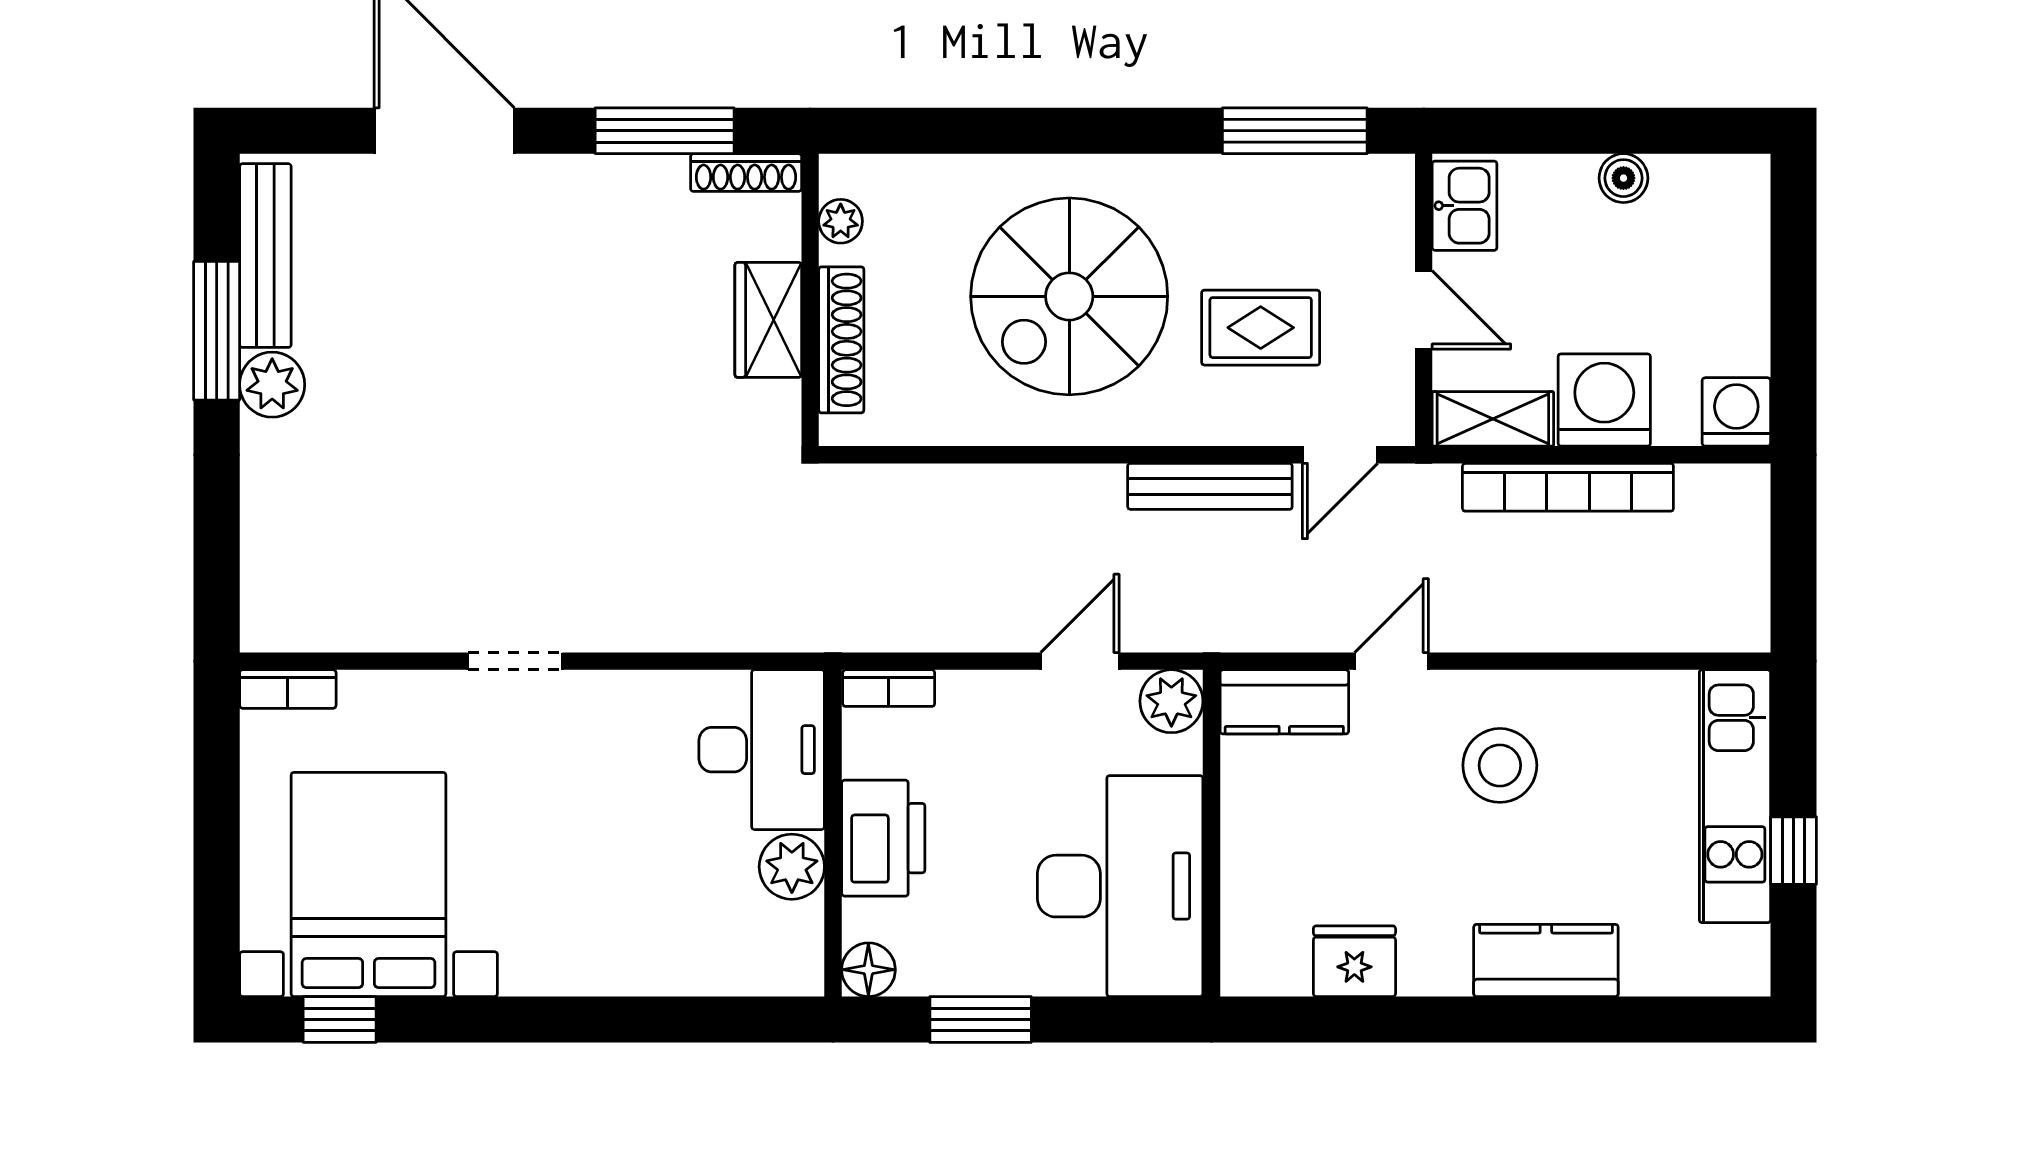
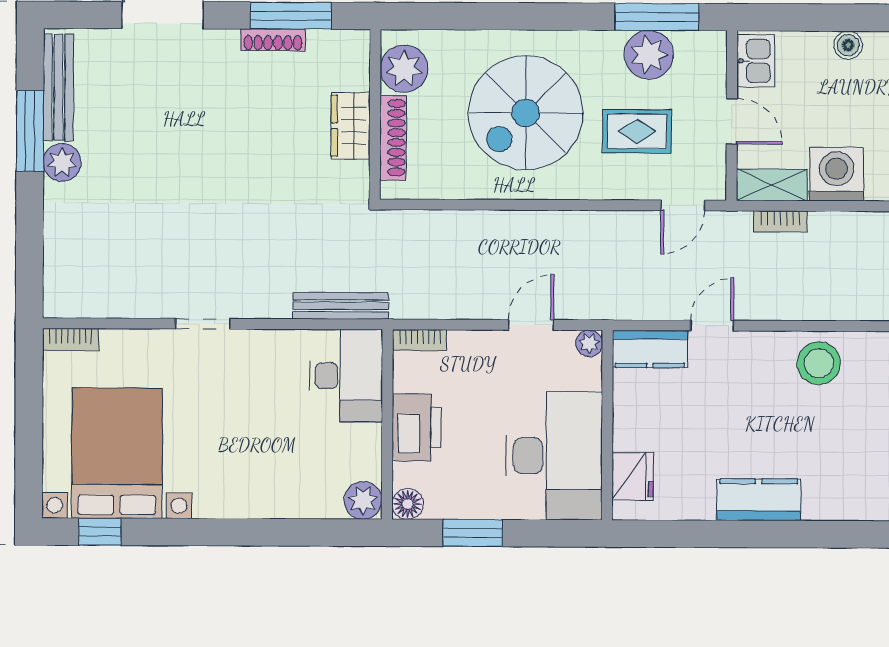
shoe rack: (746, 173) -> (273, 40), moved
plant: (1281, 196) -> (649, 55), added
plant: (841, 221) -> (404, 69), width x1.88, depth x1.88
bench: (1210, 486) -> (341, 306), moved
bookcase: (1568, 487) -> (780, 221), width x0.43, depth x0.76
plant: (1171, 701) -> (589, 343), width x0.73, depth x0.73
stool: (1500, 765) -> (819, 363), moved
plant: (792, 867) -> (363, 500), moved
kitchen counter: (1546, 960) -> (759, 500), moved
fridge: (1354, 961) -> (633, 476), moved, turned 90

